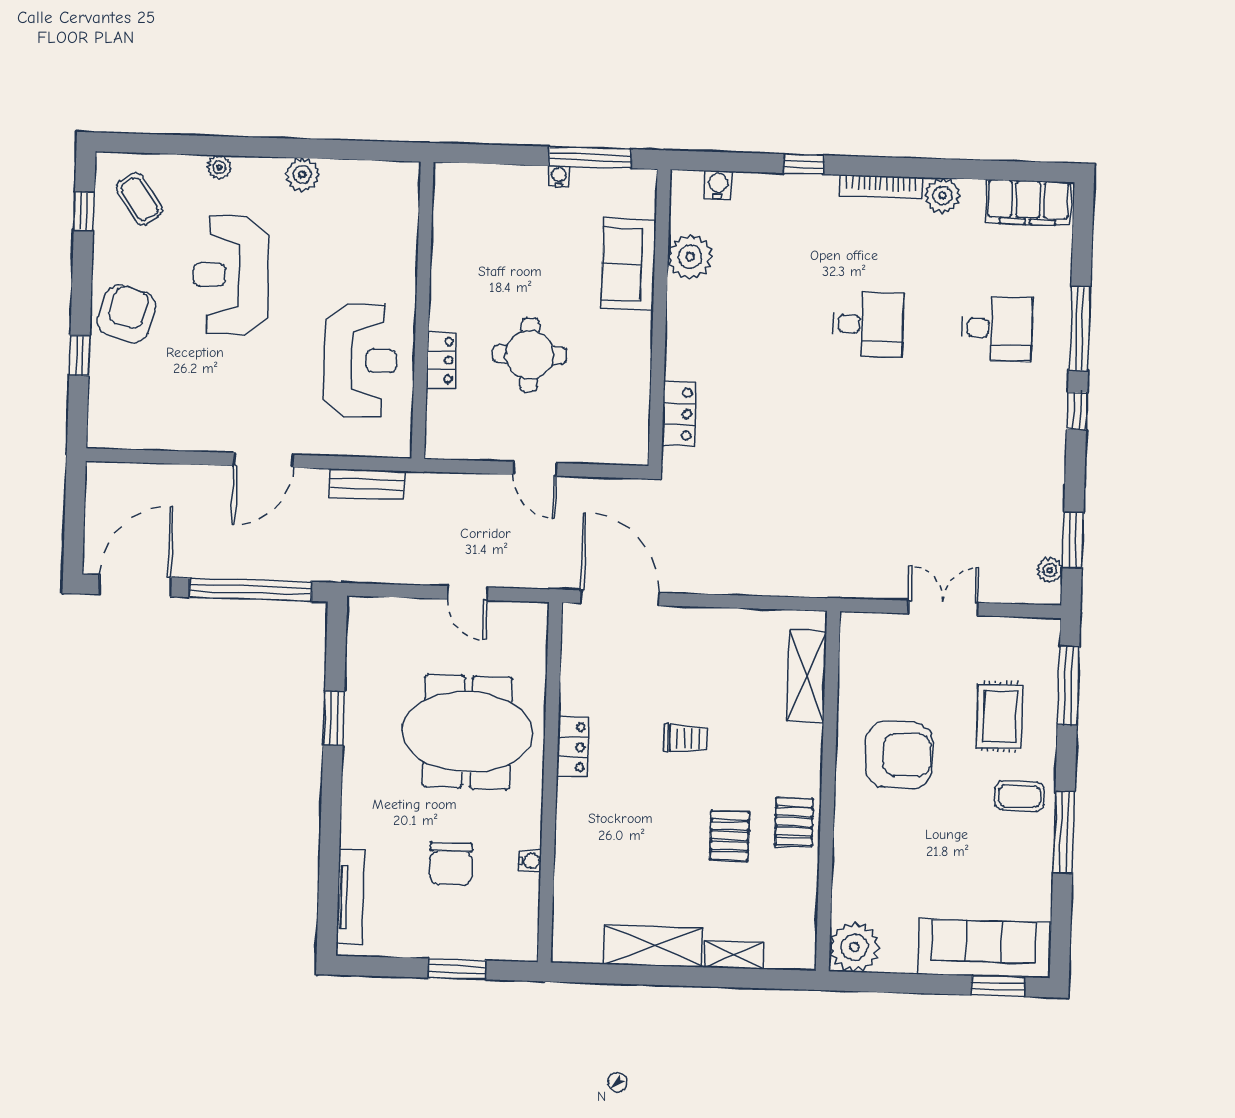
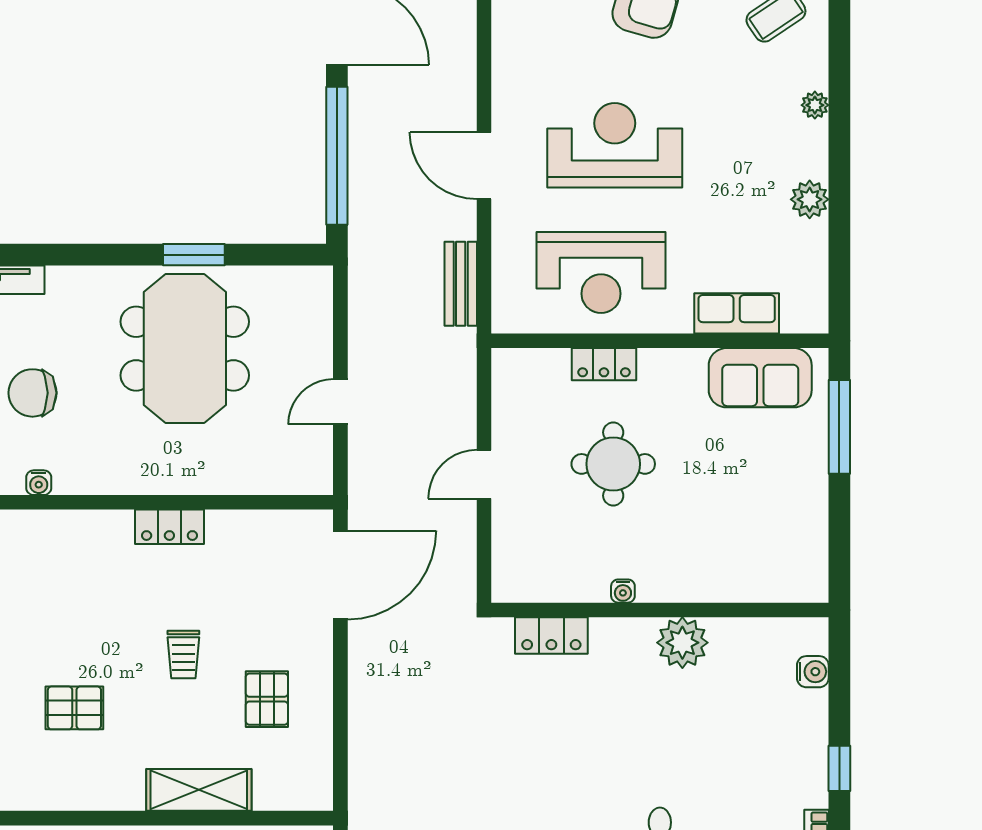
window: (590, 157) -> (839, 427), moved
water cooler: (559, 176) -> (623, 591), moved, turned 90
row of seats: (400, 242) -> (737, 313), added
plant: (690, 257) -> (682, 643), moved
sofa: (629, 264) -> (760, 378), moved, turned 180
reception desk: (231, 275) -> (615, 145), moved
shelving: (807, 676) -> (199, 790), moved
meeting table: (467, 732) -> (185, 349), moved
pallet: (794, 822) -> (267, 699), moved, turned 90

